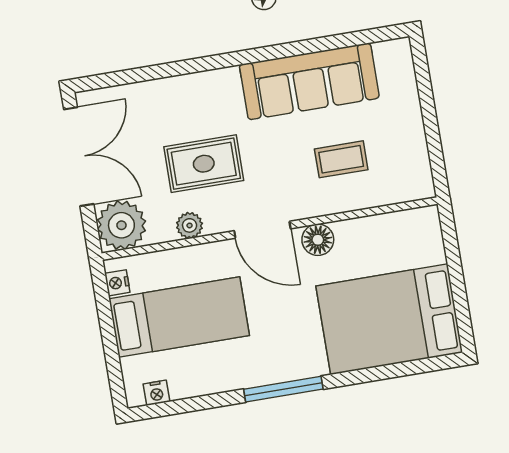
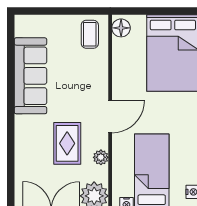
coffee table: (341, 159) -> (90, 34), moved
floor lamp: (318, 240) -> (121, 28), moved

